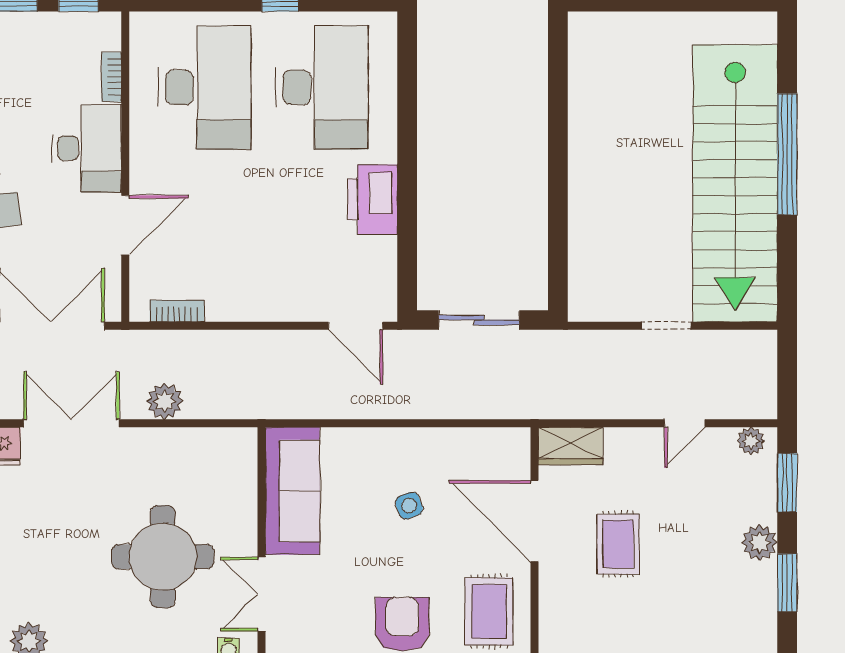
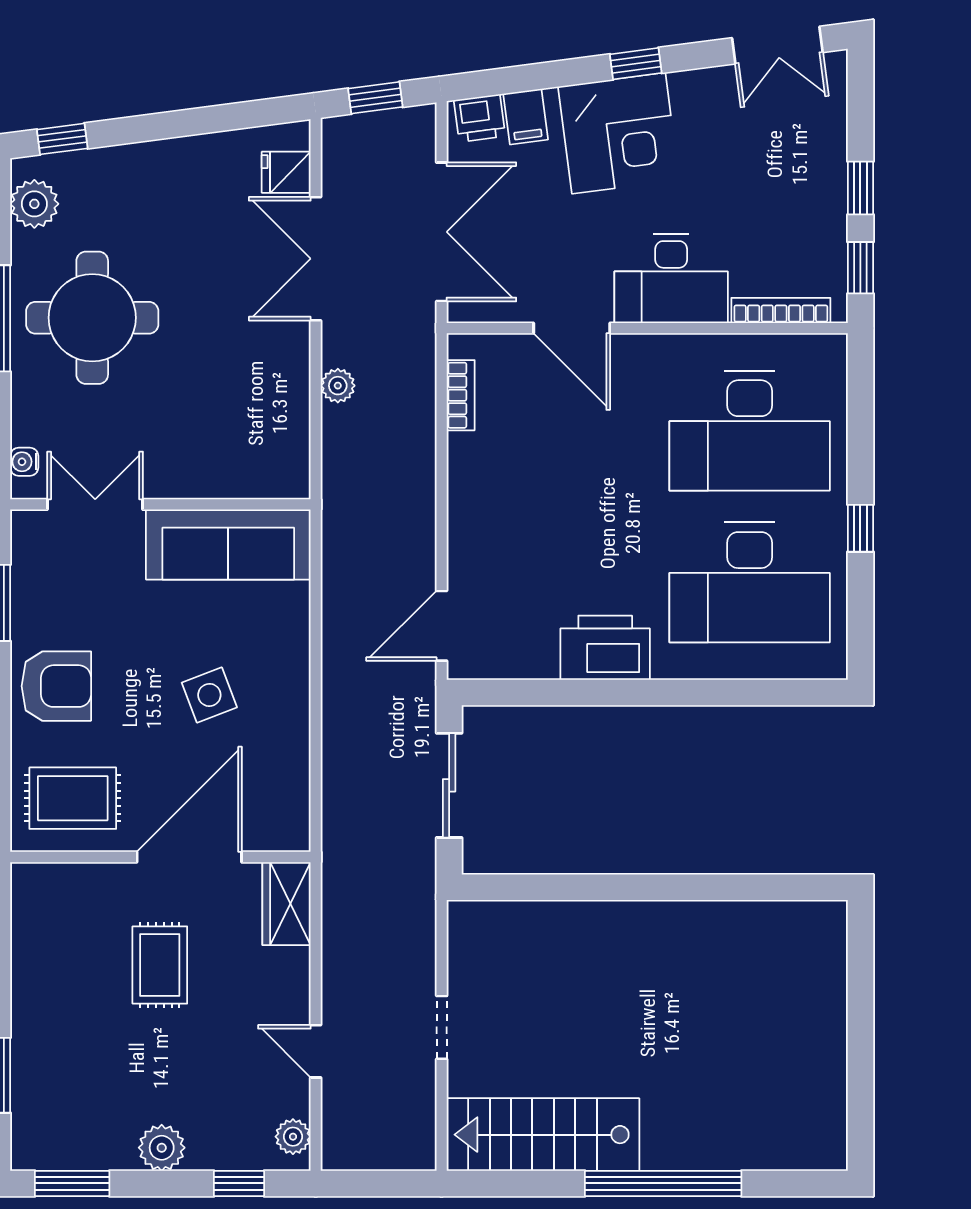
bookcase: (111, 77) -> (781, 310), width x1.56
stairs: (735, 183) -> (543, 1135), width x0.54, depth x0.66
plant: (165, 401) -> (338, 386), width x0.73, depth x0.73
double door: (71, 423) -> (316, 259), swing flipped
window: (787, 483) -> (239, 1183), width x0.67
side table: (409, 506) -> (209, 695), width x1.37, depth x1.37
rug: (618, 544) -> (160, 965), turned 90
round table: (163, 557) -> (92, 318), moved
window: (787, 583) -> (72, 1183), moved

